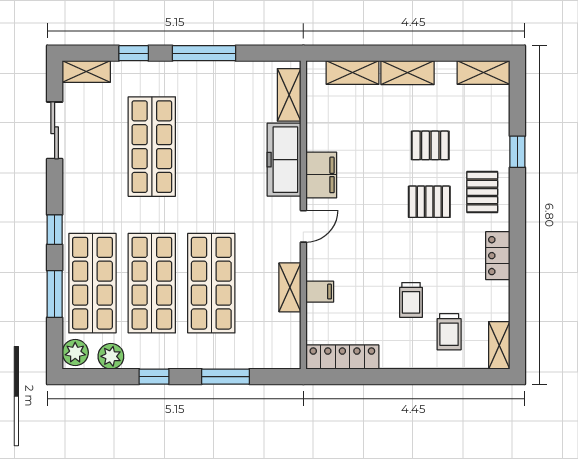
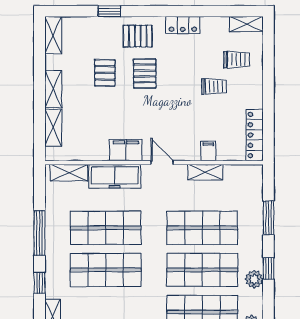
shop shelf: (211, 147) -> (106, 228), added
plant: (111, 356) -> (254, 279), moved

